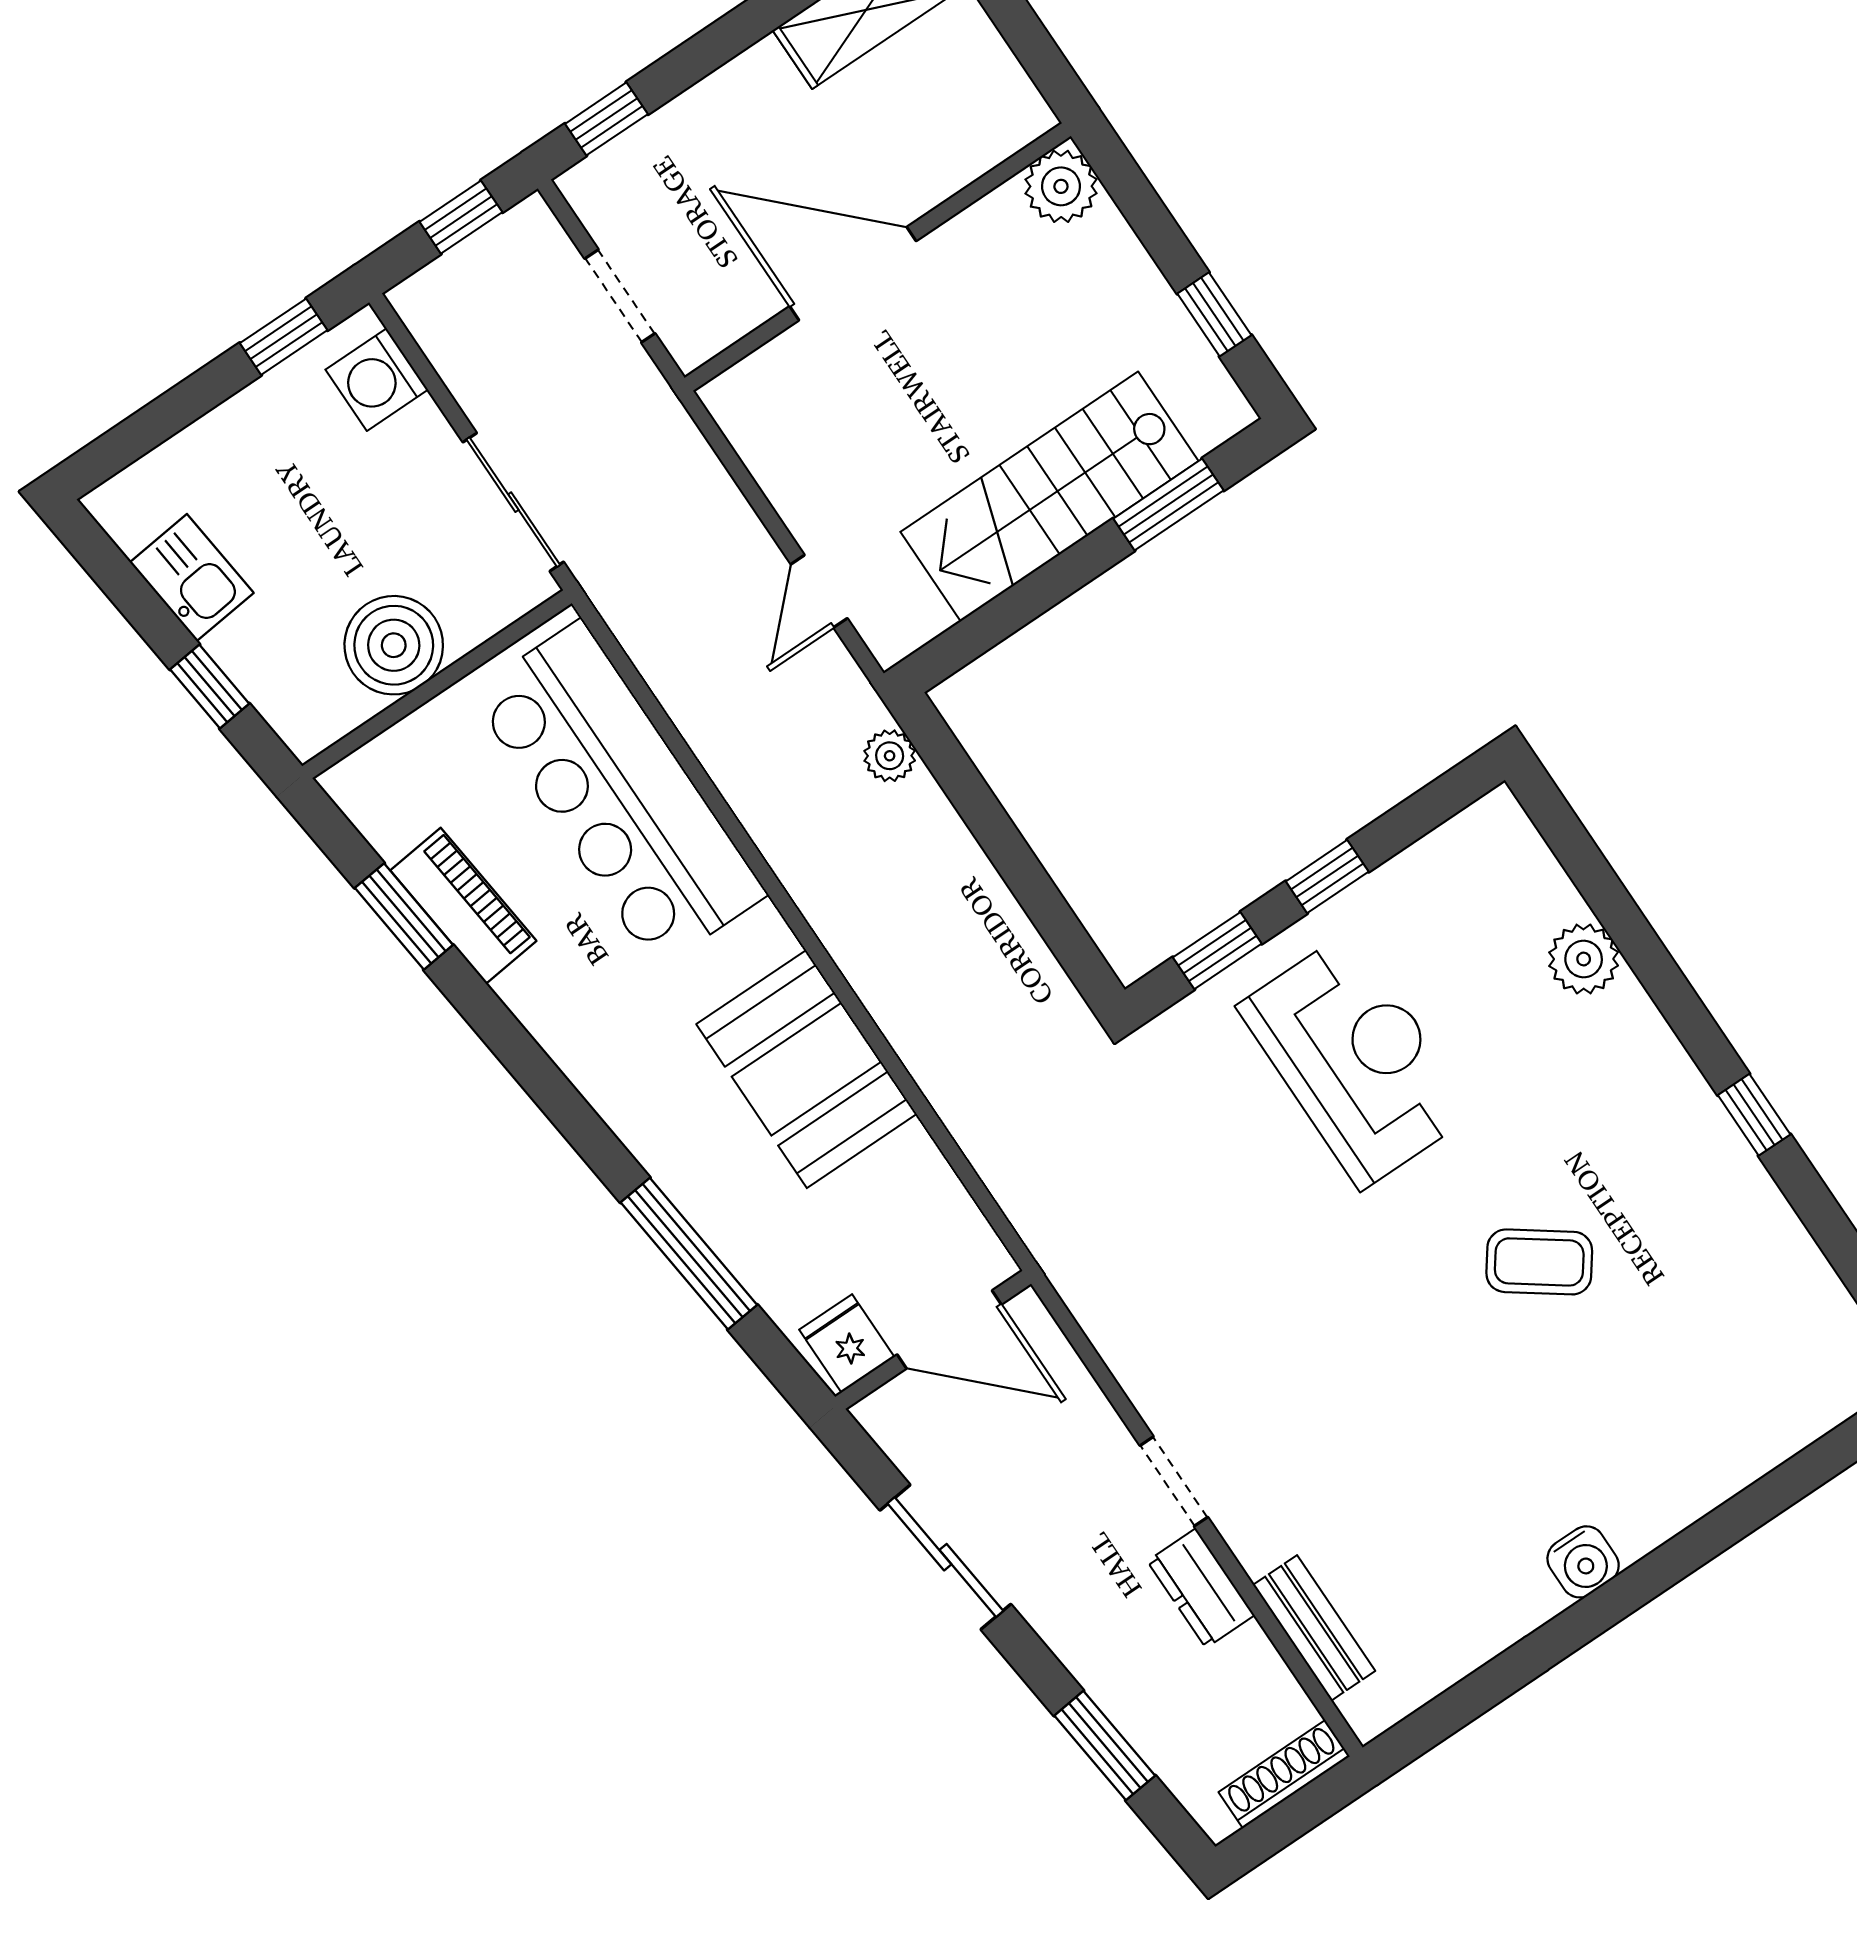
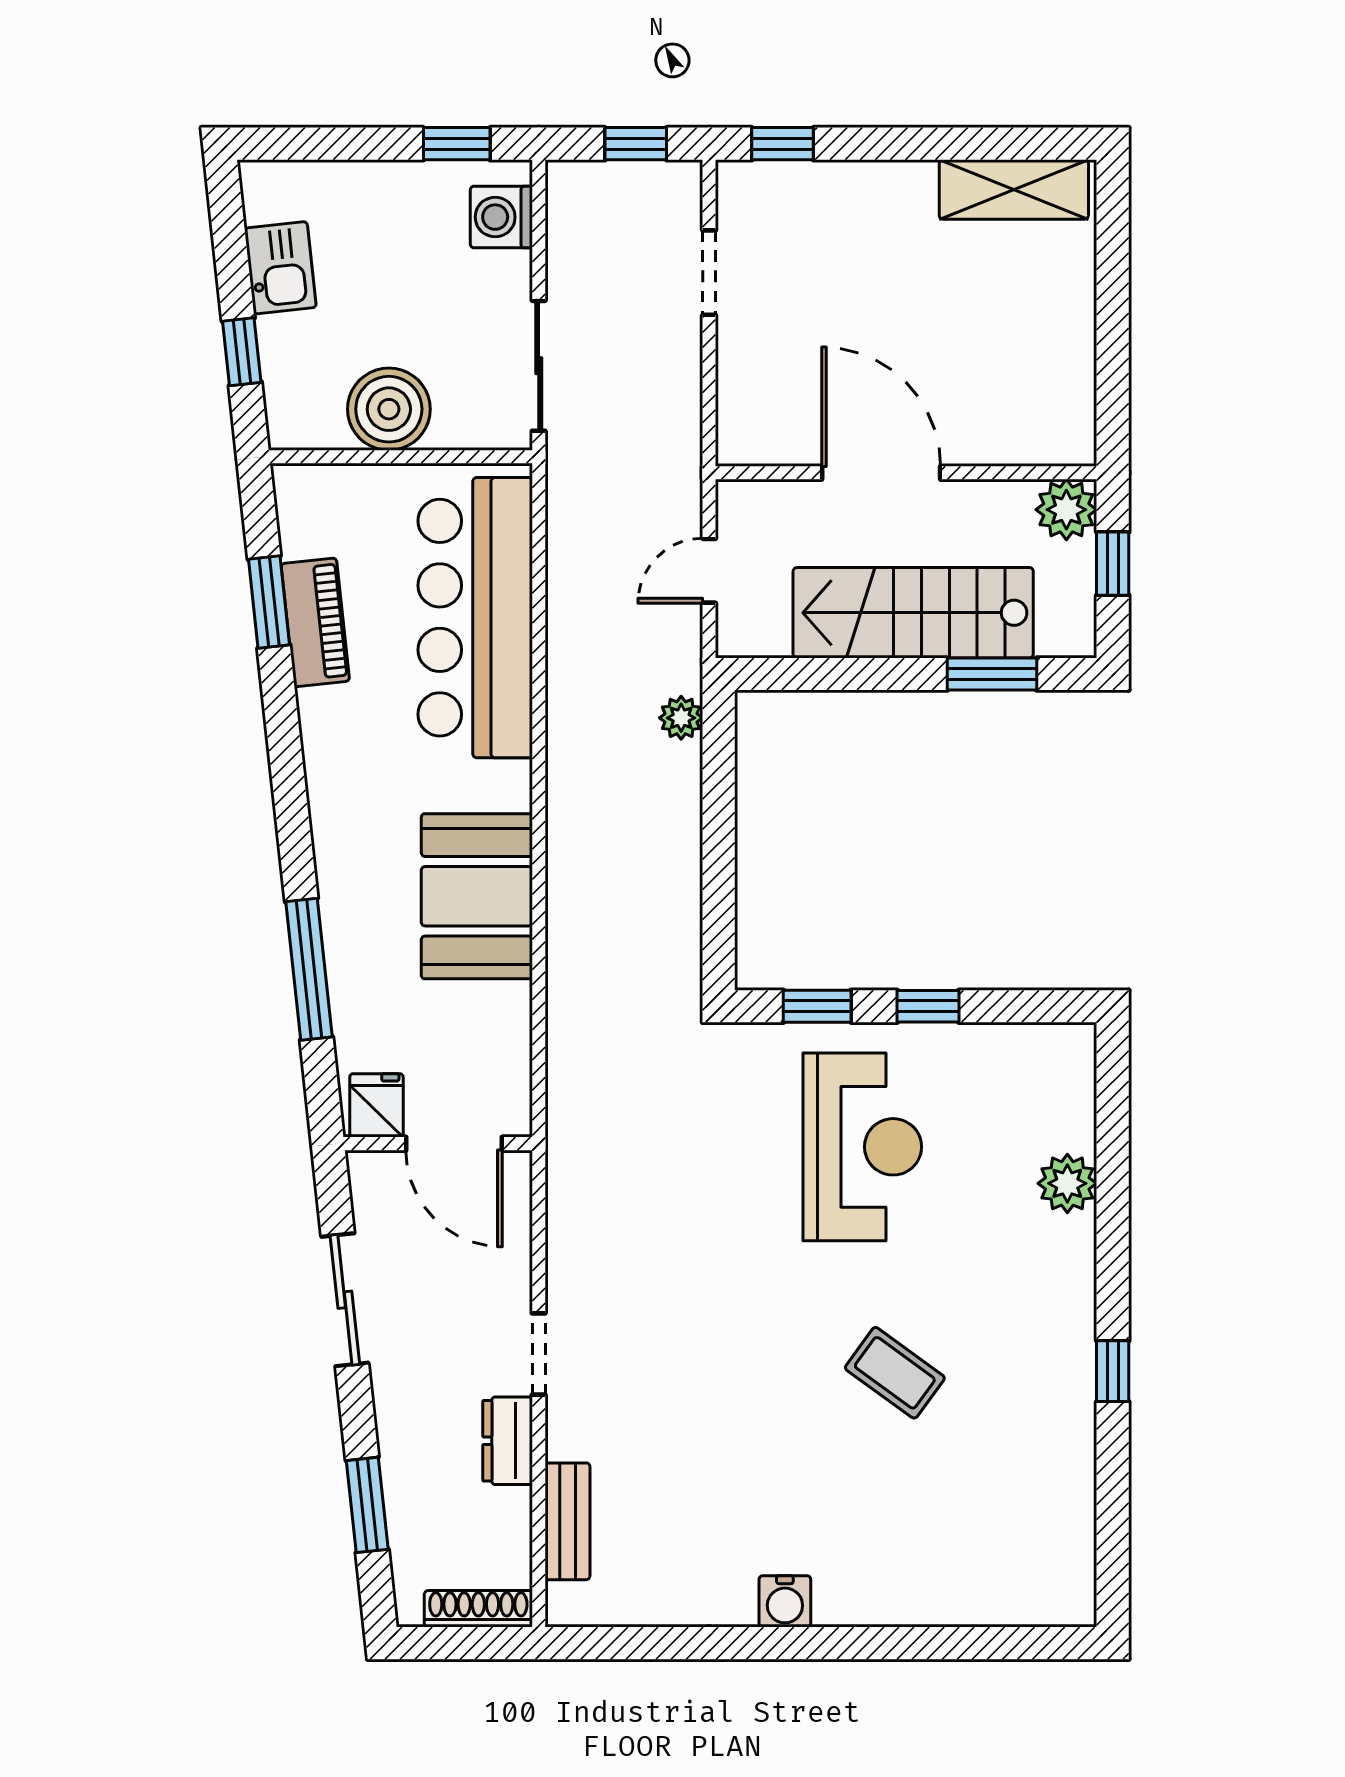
plant: (1061, 186) -> (1066, 510), moved
wall: (878, 257) -> (906, 473), moved
door: (853, 274) -> (881, 473), moved

